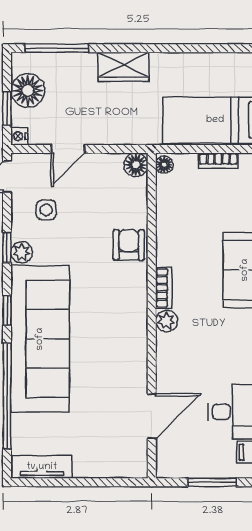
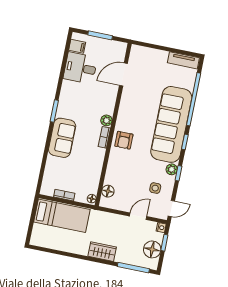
floor lamp: (136, 165) -> (108, 191), moved
armchair: (129, 245) -> (124, 140), moved

